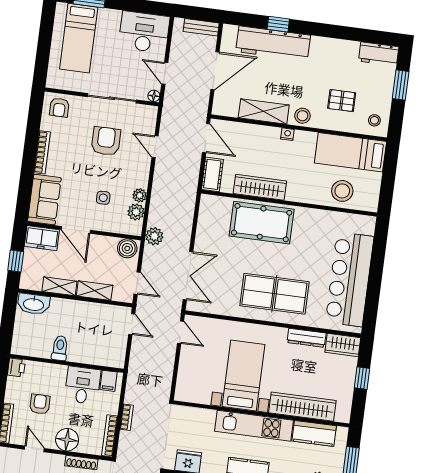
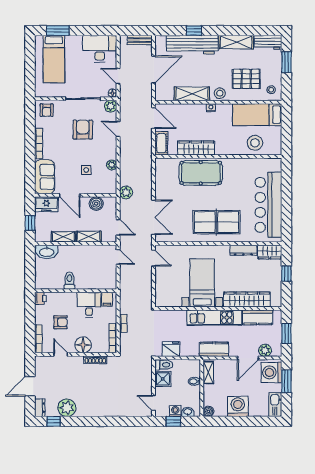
shelving: (335, 48) -> (236, 42), added
pallet: (342, 101) -> (246, 79), width x1.50, depth x1.42
plant: (136, 212) -> (111, 106), moved
boiler: (127, 248) -> (96, 204), moved
armchair: (40, 404) -> (60, 322), turned 90

